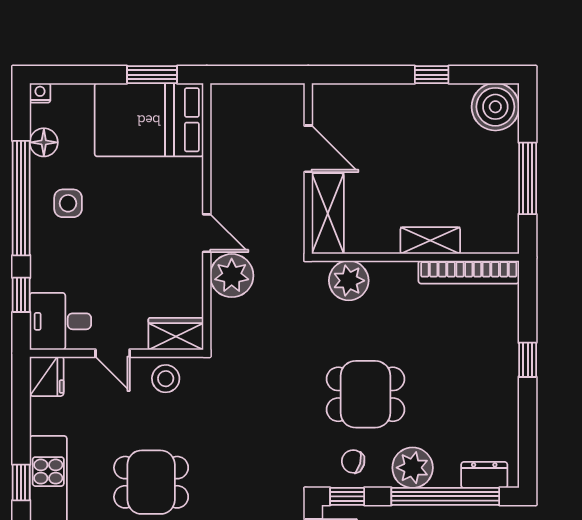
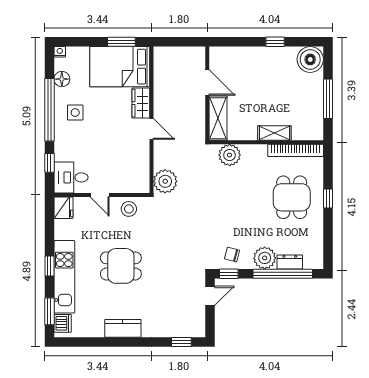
plant: (232, 276) -> (165, 181), moved
wardrobe: (176, 334) -> (141, 103), moved, turned -90
dining table: (365, 394) -> (292, 197), moved, turned 90
dresser: (484, 475) -> (290, 262), moved

